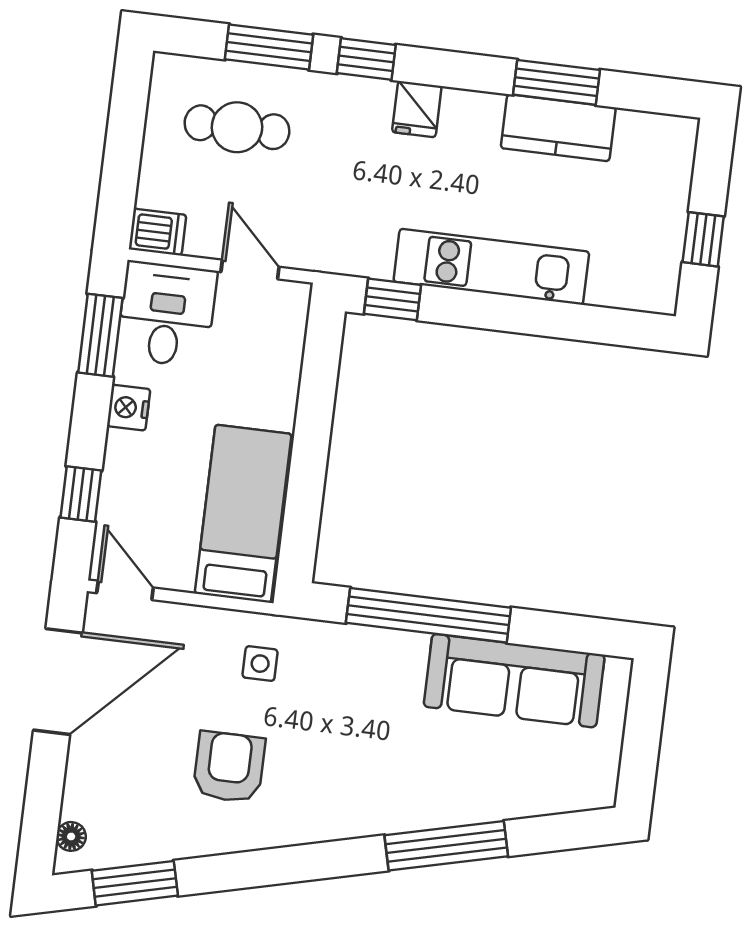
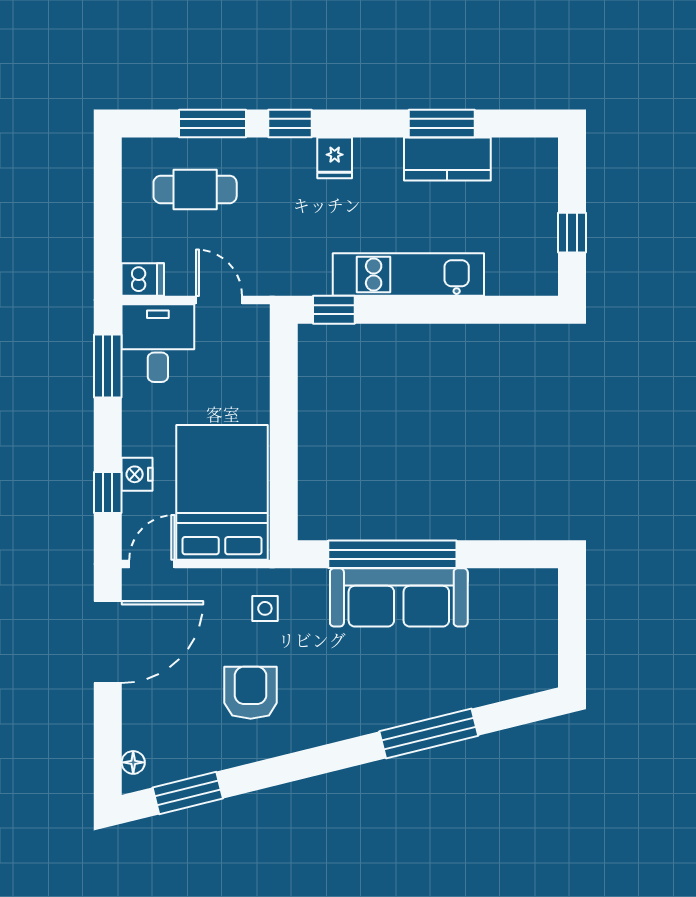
nightstand: (129, 408) -> (137, 474), moved
bed: (243, 514) -> (222, 492), width x1.50
door: (125, 590) -> (152, 564), hinge flipped
sofa: (514, 681) -> (399, 597), moved

